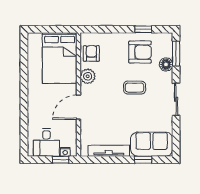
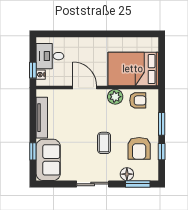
window: (115, 29) -> (162, 124), added

